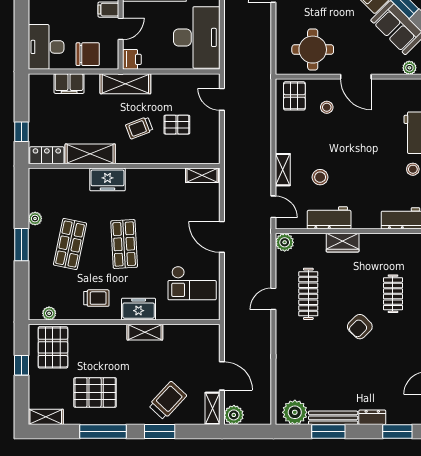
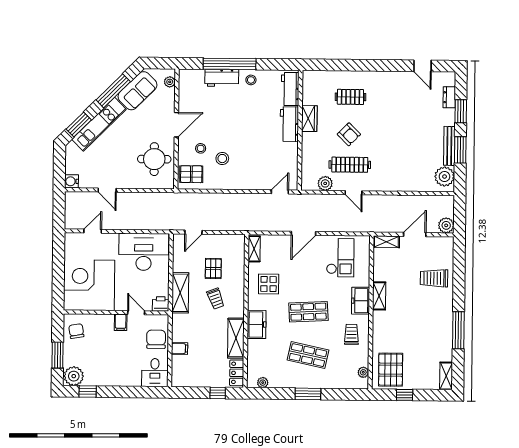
desk: (46, 47) -> (155, 373), width x0.73
filing cabinet: (69, 84) -> (180, 349), width x0.50
shelving: (125, 84) -> (180, 293), moved
shelving: (283, 170) -> (250, 184), removed
stool: (320, 177) -> (222, 159), moved
display table: (158, 194) -> (269, 284), added
workbench: (329, 218) -> (289, 124), moved
plant: (35, 219) -> (263, 383), moved
plant: (285, 242) -> (325, 183), moved
wardrobe: (343, 243) -> (309, 119), moved
armchair: (360, 327) -> (349, 134), moved
pallet: (53, 347) -> (391, 370), turned 90
pallet: (95, 392) -> (427, 336), removed
trolley: (168, 400) -> (434, 278), turned -43
shelving: (213, 408) -> (386, 242), moved
dresser: (372, 417) -> (449, 97), moved
window: (160, 432) -> (459, 285), removed
window: (397, 432) -> (461, 111), moved

